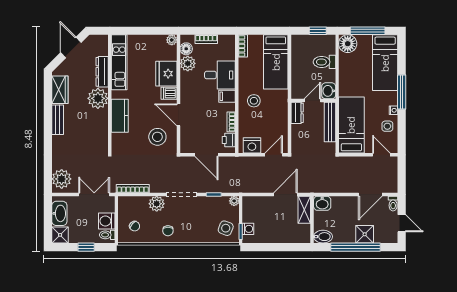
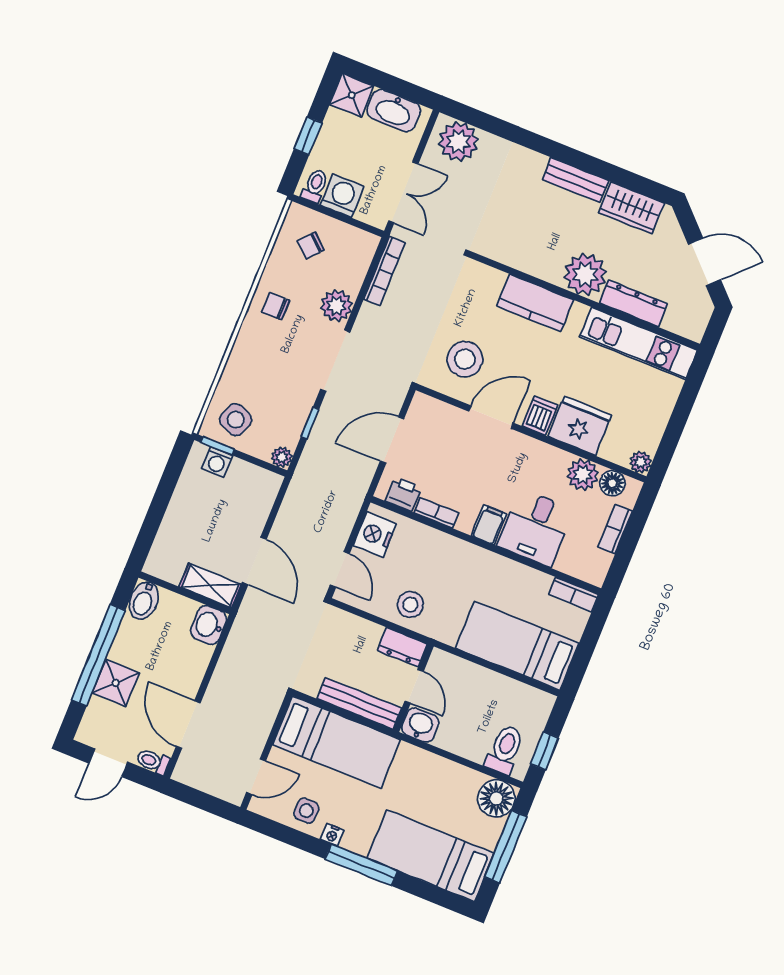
toilet: (324, 62) -> (505, 750), moved
stool: (254, 101) -> (410, 605), moved

